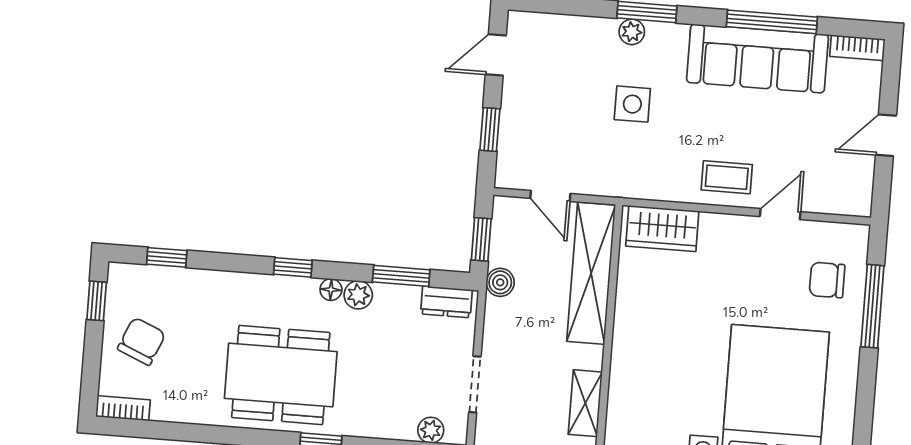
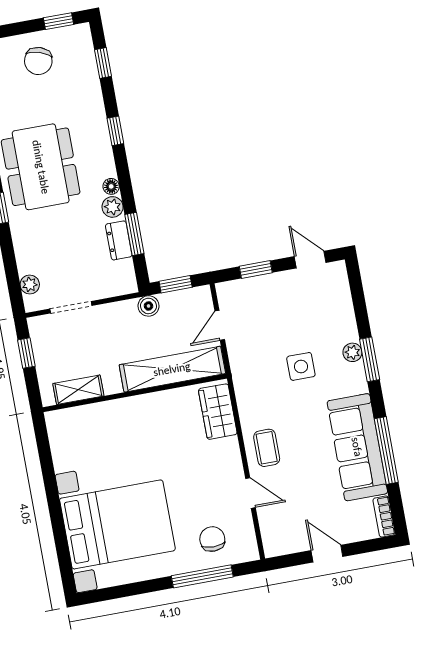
window: (293, 267) -> (115, 131), moved
dresser: (446, 302) -> (119, 240), moved
chair: (142, 341) -> (38, 61), turned 85

